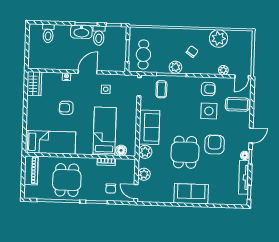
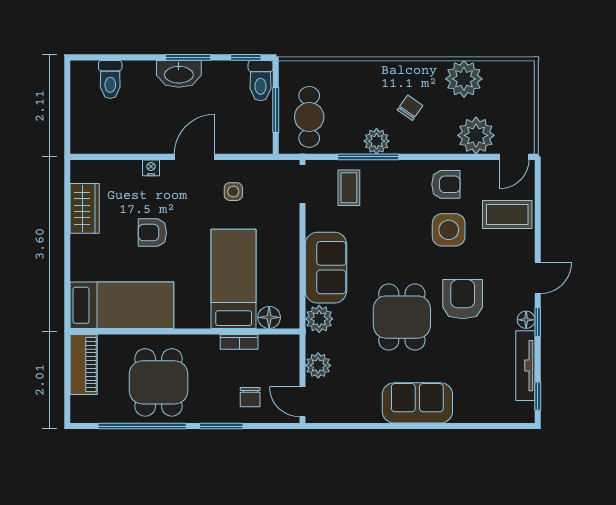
toilet: (99, 36) -> (261, 81), moved
plant: (223, 70) -> (476, 135), width x1.88, depth x1.88
wardrobe: (34, 84) -> (85, 208), moved

